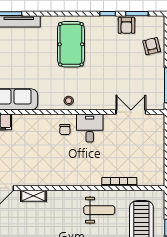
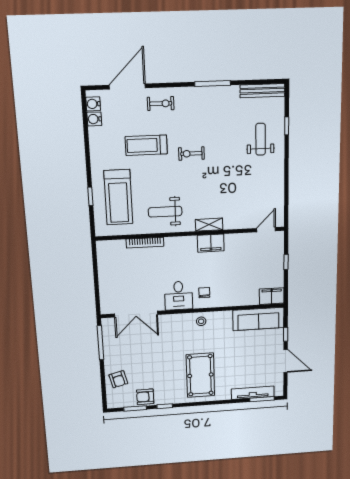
armchair: (126, 25) -> (145, 397), turned -90
double door: (131, 112) -> (136, 314), width x1.37
filing cabinet: (58, 178) -> (211, 243), added
shelving: (33, 196) -> (209, 225), moved

